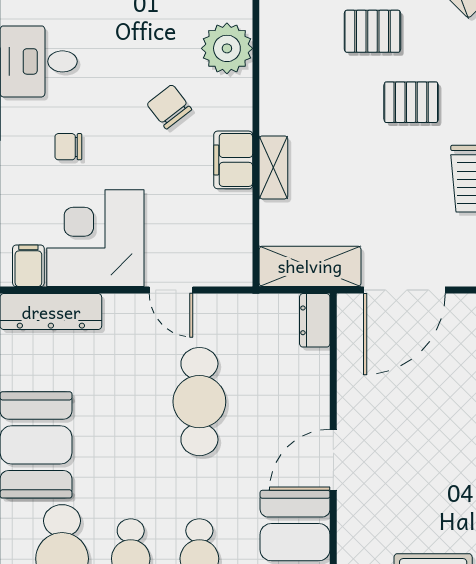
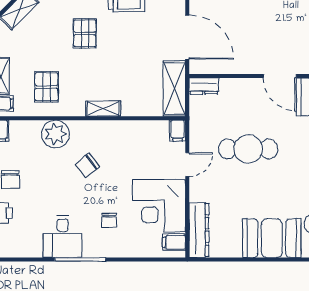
pallet: (372, 31) -> (46, 87), moved
filing cabinet: (233, 160) -> (178, 131), moved, width x0.50
shelving: (273, 167) -> (103, 109), moved

